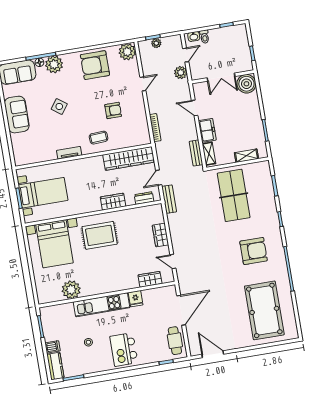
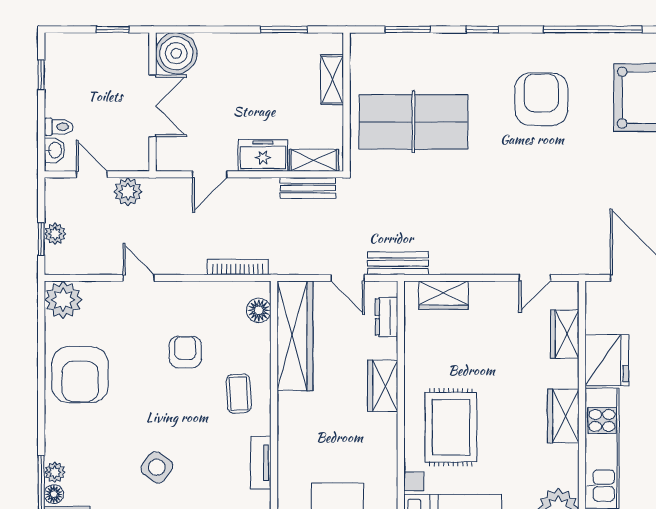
plant: (54, 64) -> (55, 472), width x0.53, depth x0.53
floor lamp: (137, 140) -> (259, 310), added
wardrobe: (160, 235) -> (443, 295), moved
wardrobe: (113, 285) -> (563, 416), added
fridge: (136, 299) -> (607, 360), width x1.88, depth x1.34

